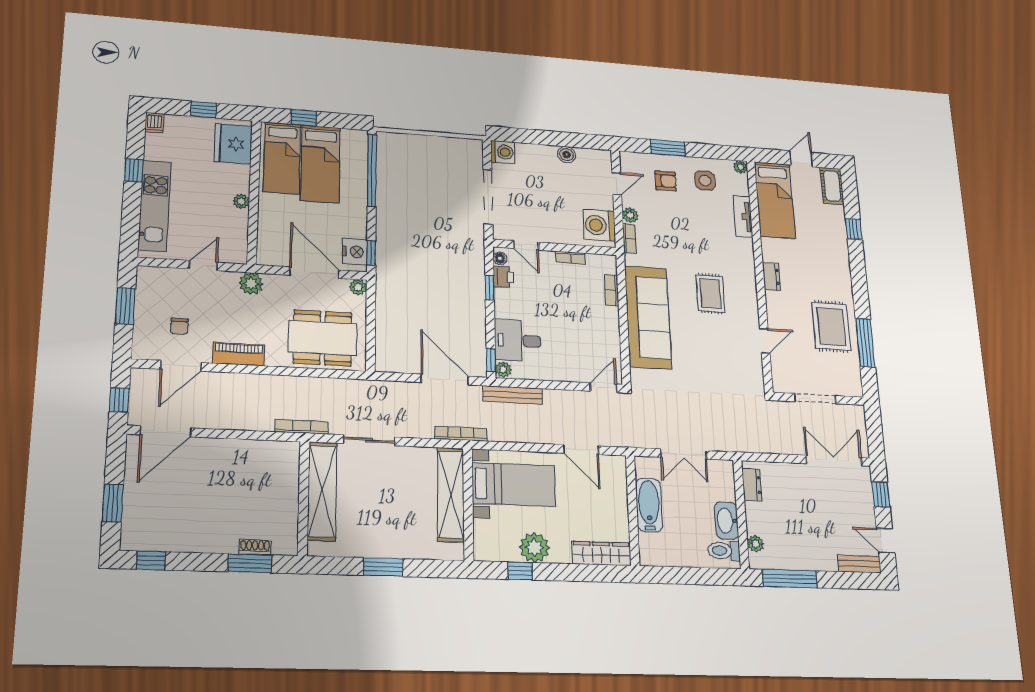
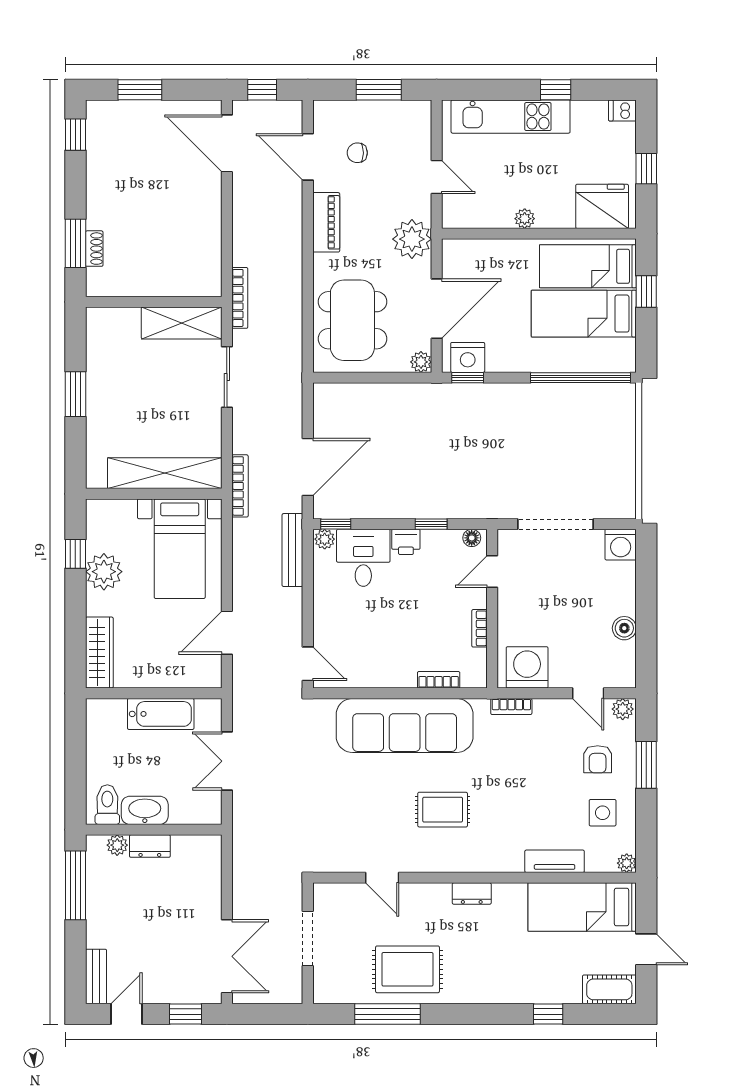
plant: (630, 215) -> (623, 709), moved
printer: (503, 277) -> (406, 542), moved
plant: (251, 284) -> (412, 239), width x1.36, depth x1.36
dresser: (752, 485) -> (150, 846), moved
shelving: (322, 491) -> (182, 323), width x0.68

